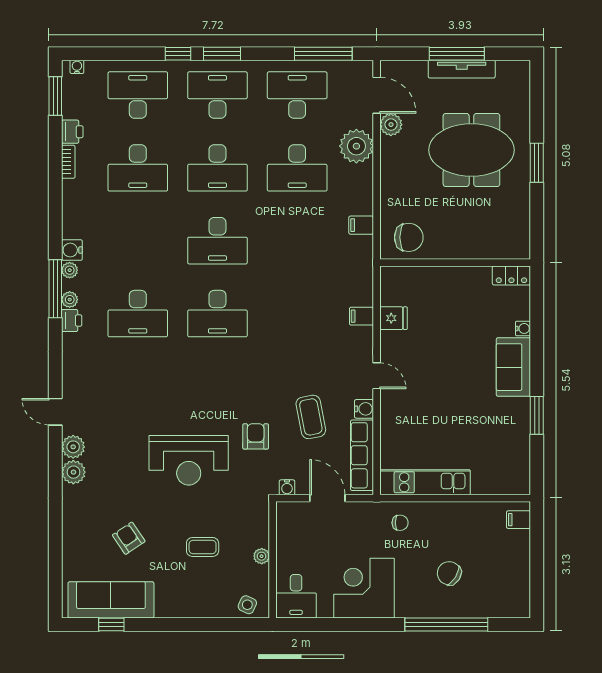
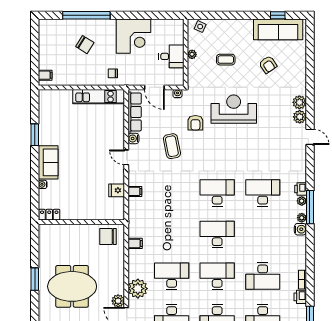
desk: (138, 168) -> (263, 276), turned 180
coffee table: (311, 417) -> (172, 146), moved
desk: (296, 596) -> (171, 56), moved, turned 90

